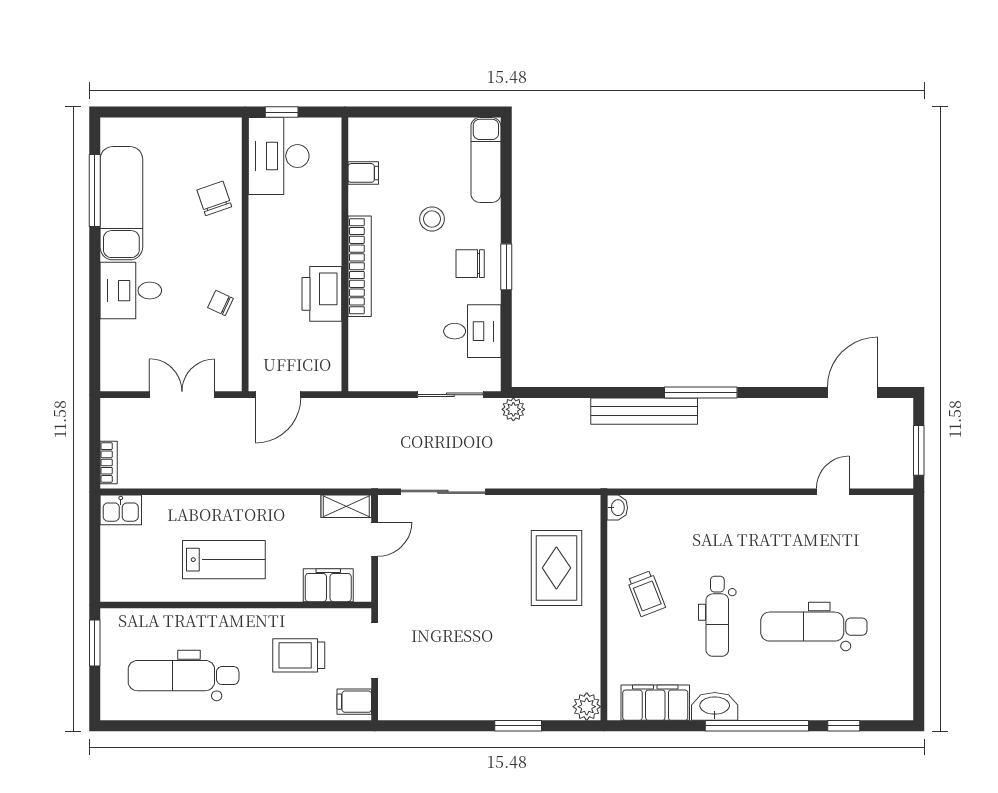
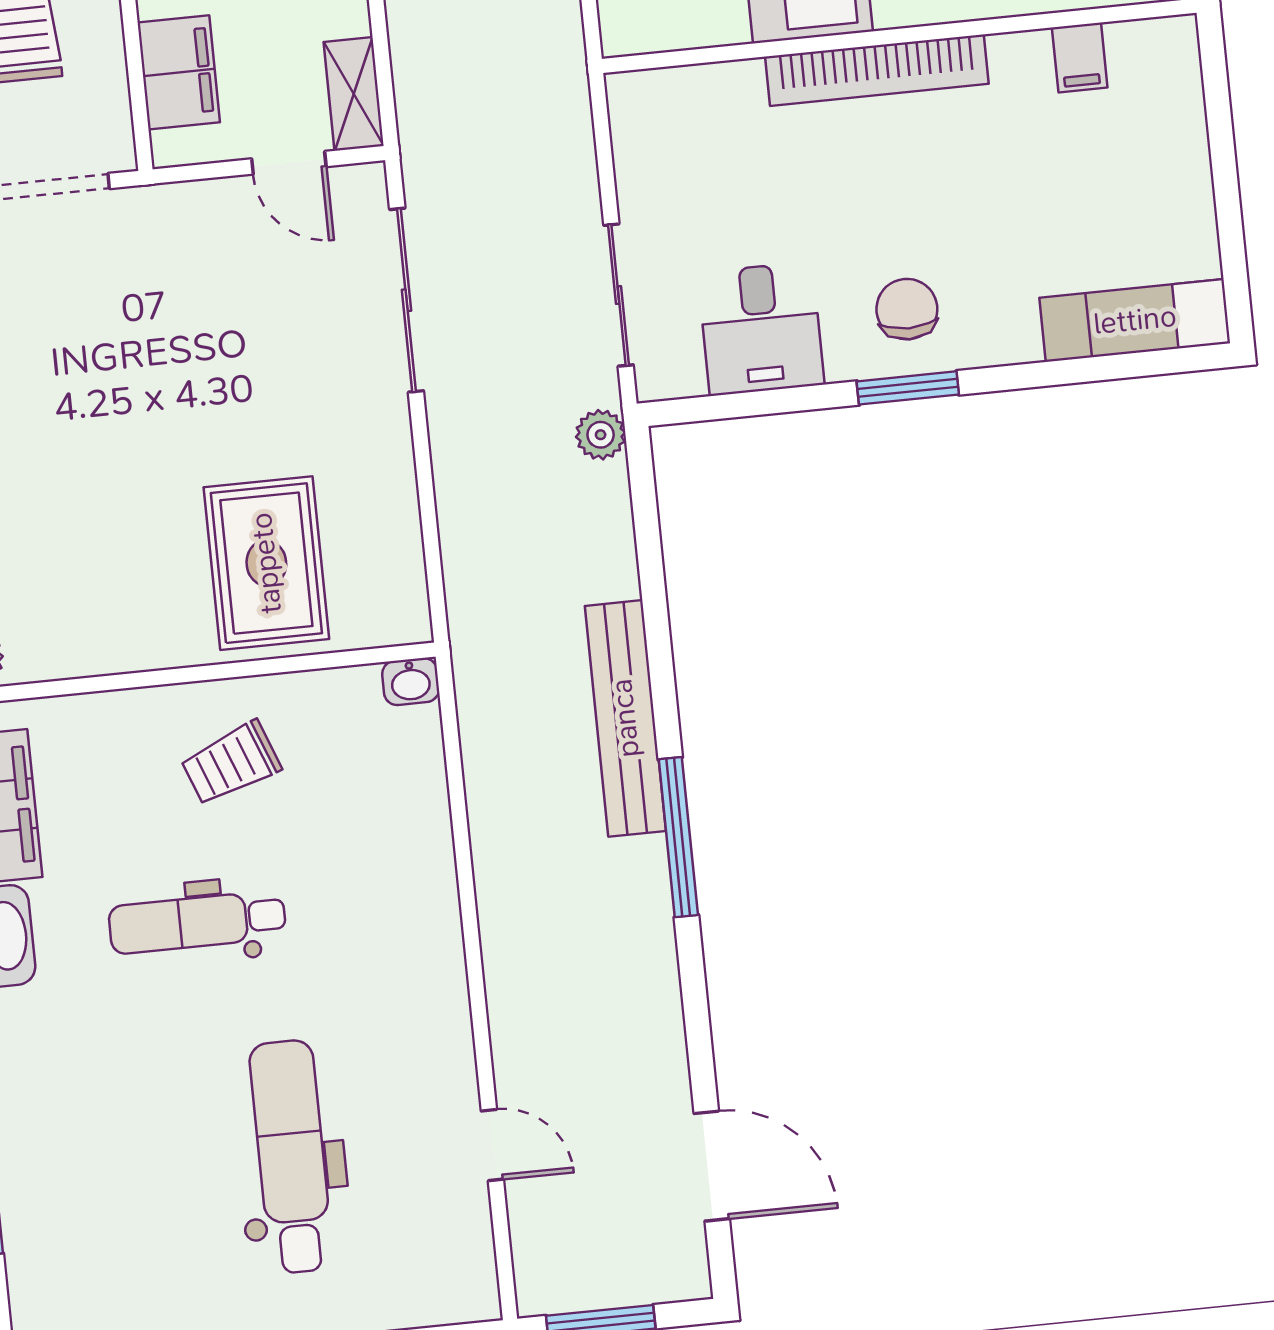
stool: (432, 219) -> (995, 217), removed
rug: (556, 568) -> (266, 563), turned 90
dental chair: (814, 627) -> (291, 1157), moved

